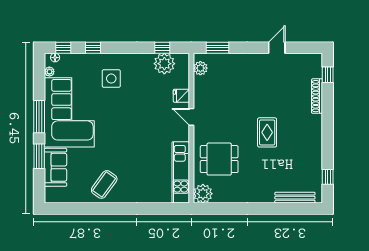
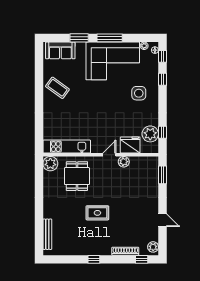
plant: (312, 60) -> (153, 247), added
plant: (200, 68) -> (124, 162), moved
fridge: (181, 96) -> (130, 145), width x1.88, depth x1.34
sofa: (56, 167) -> (60, 50), moved
window: (328, 177) -> (94, 259), moved

